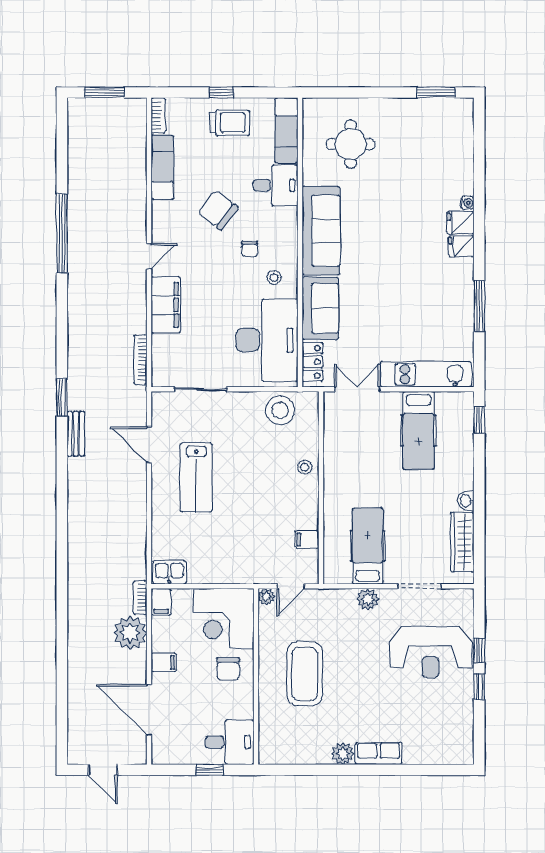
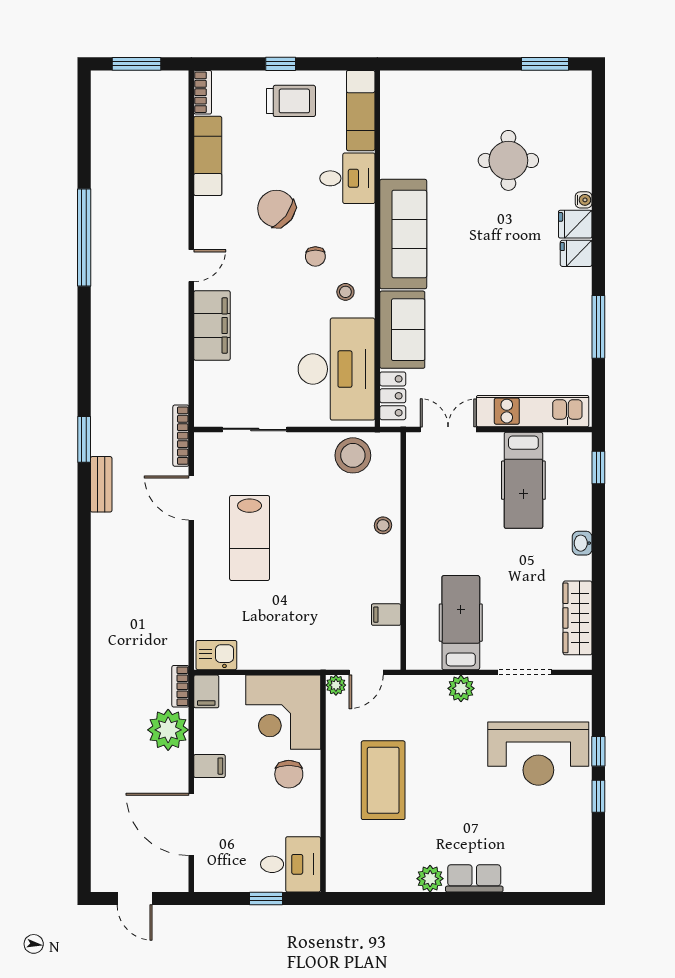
round table: (351, 144) -> (508, 160), moved
bookcase: (141, 359) -> (181, 436), moved
washbasin: (466, 501) -> (582, 543), moved

